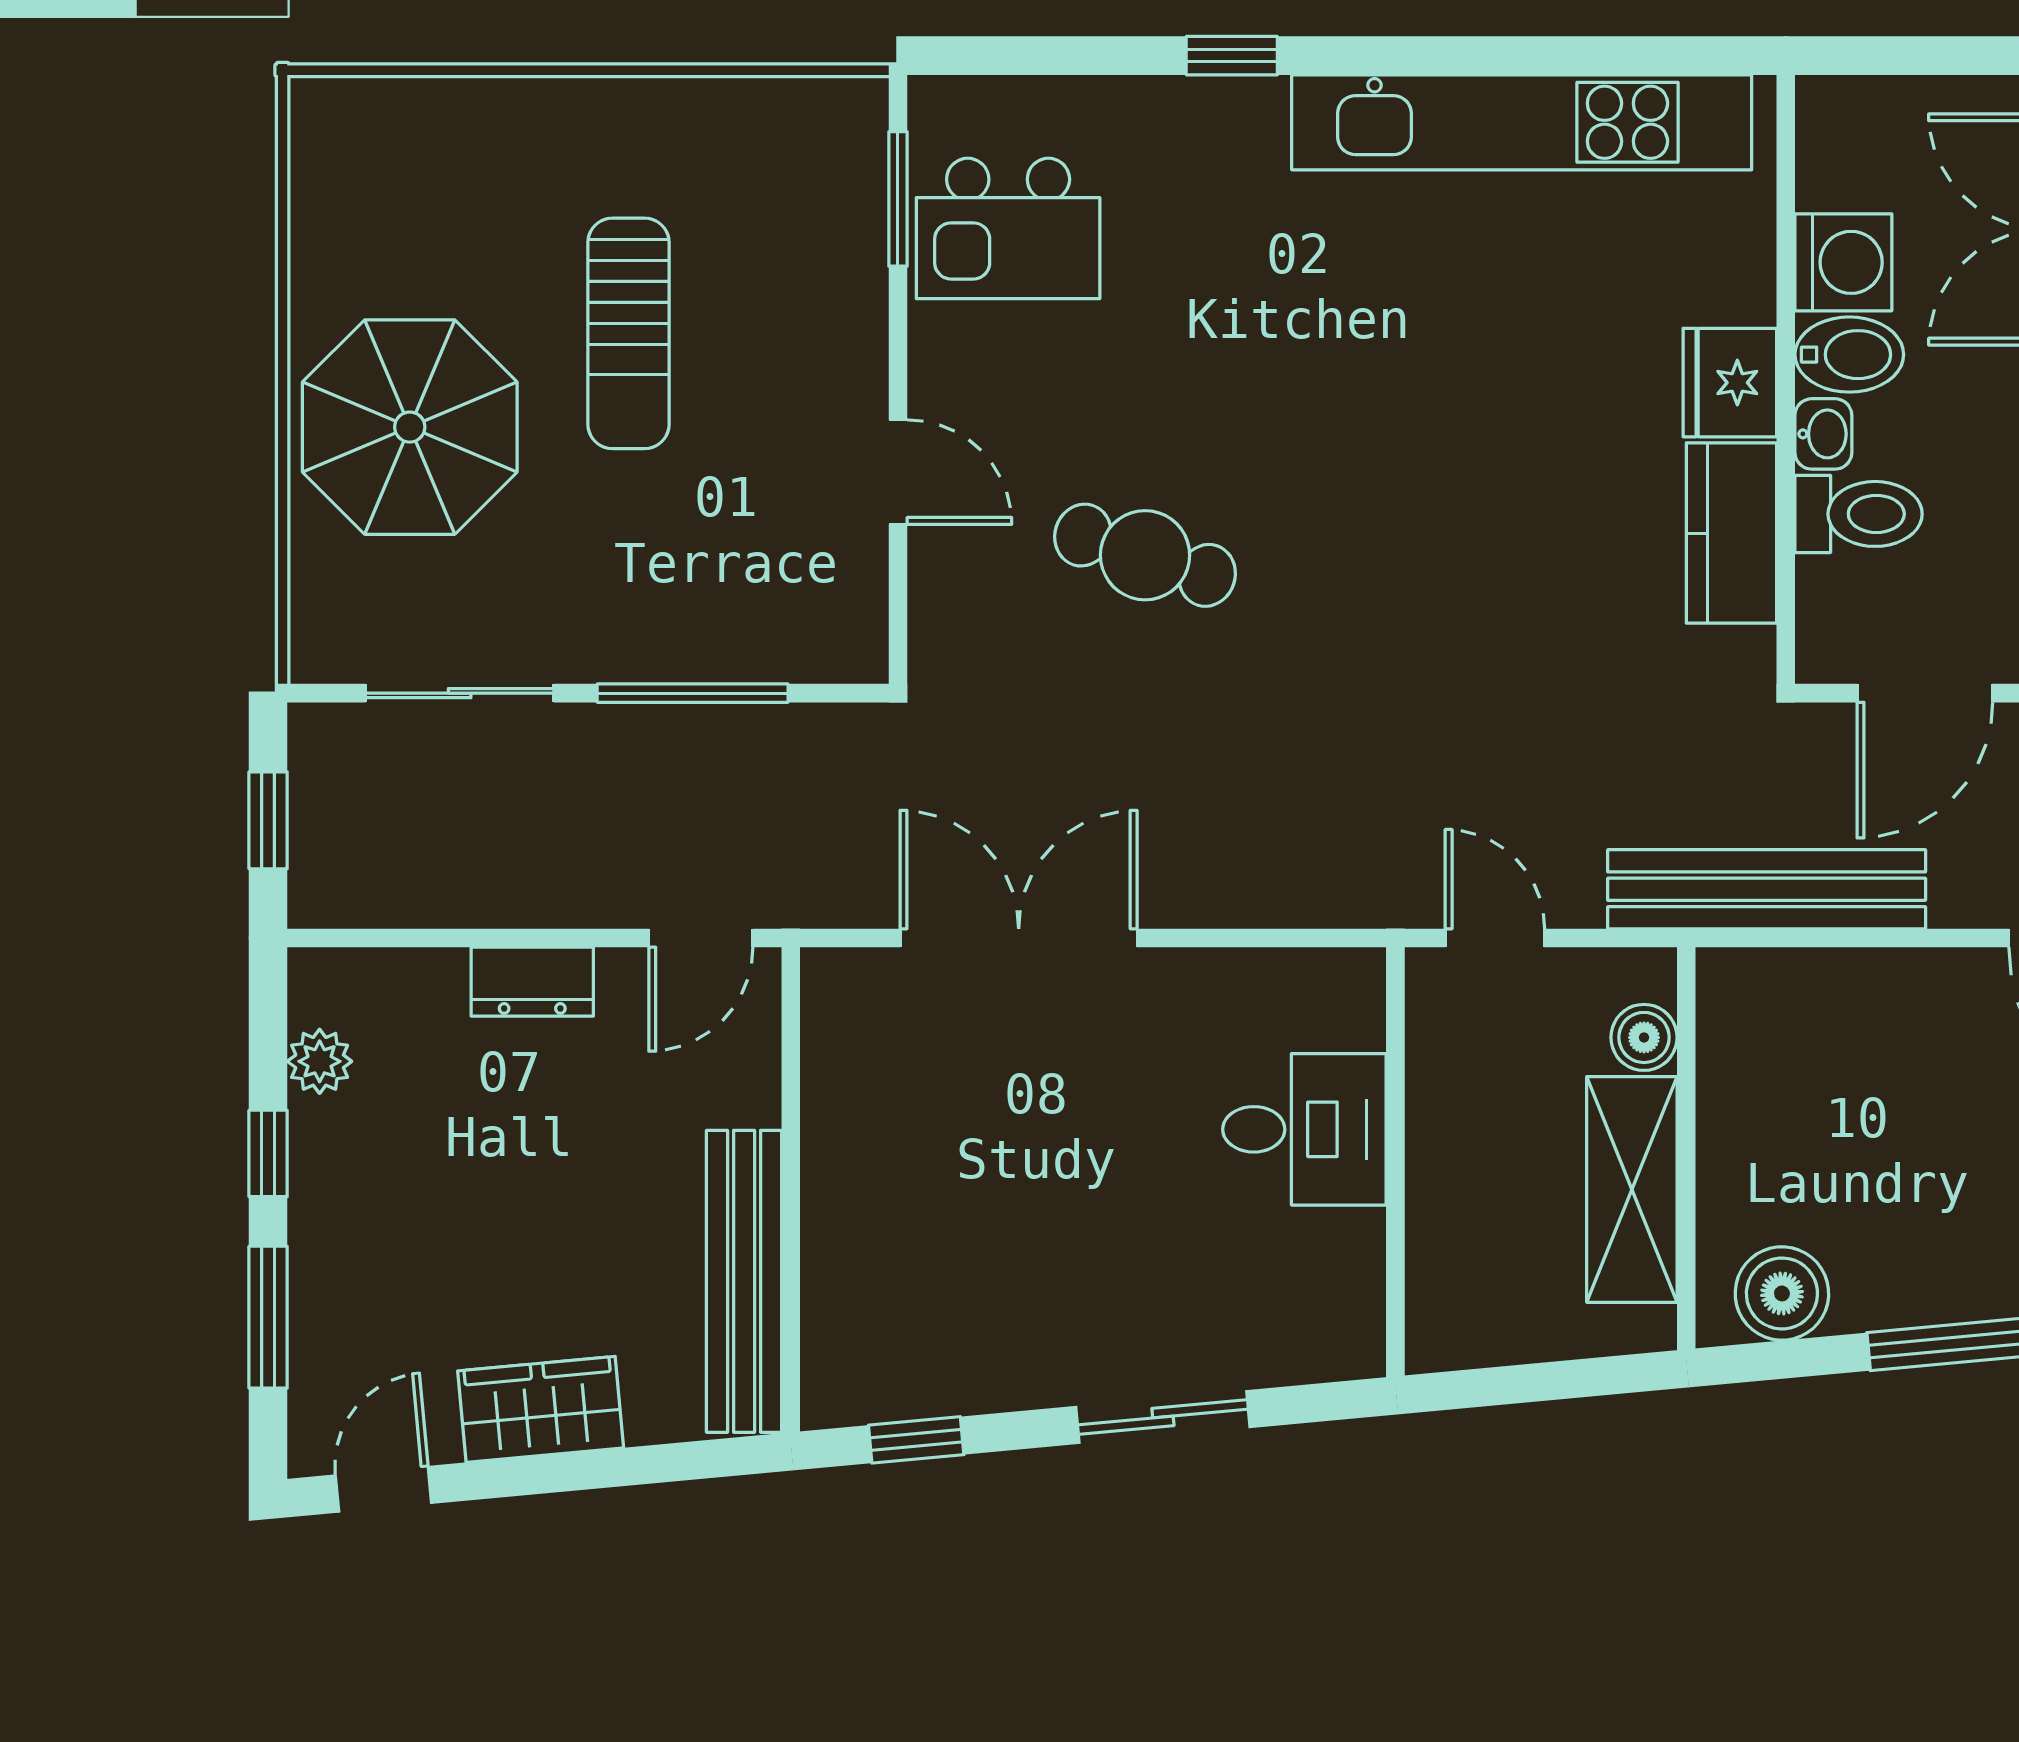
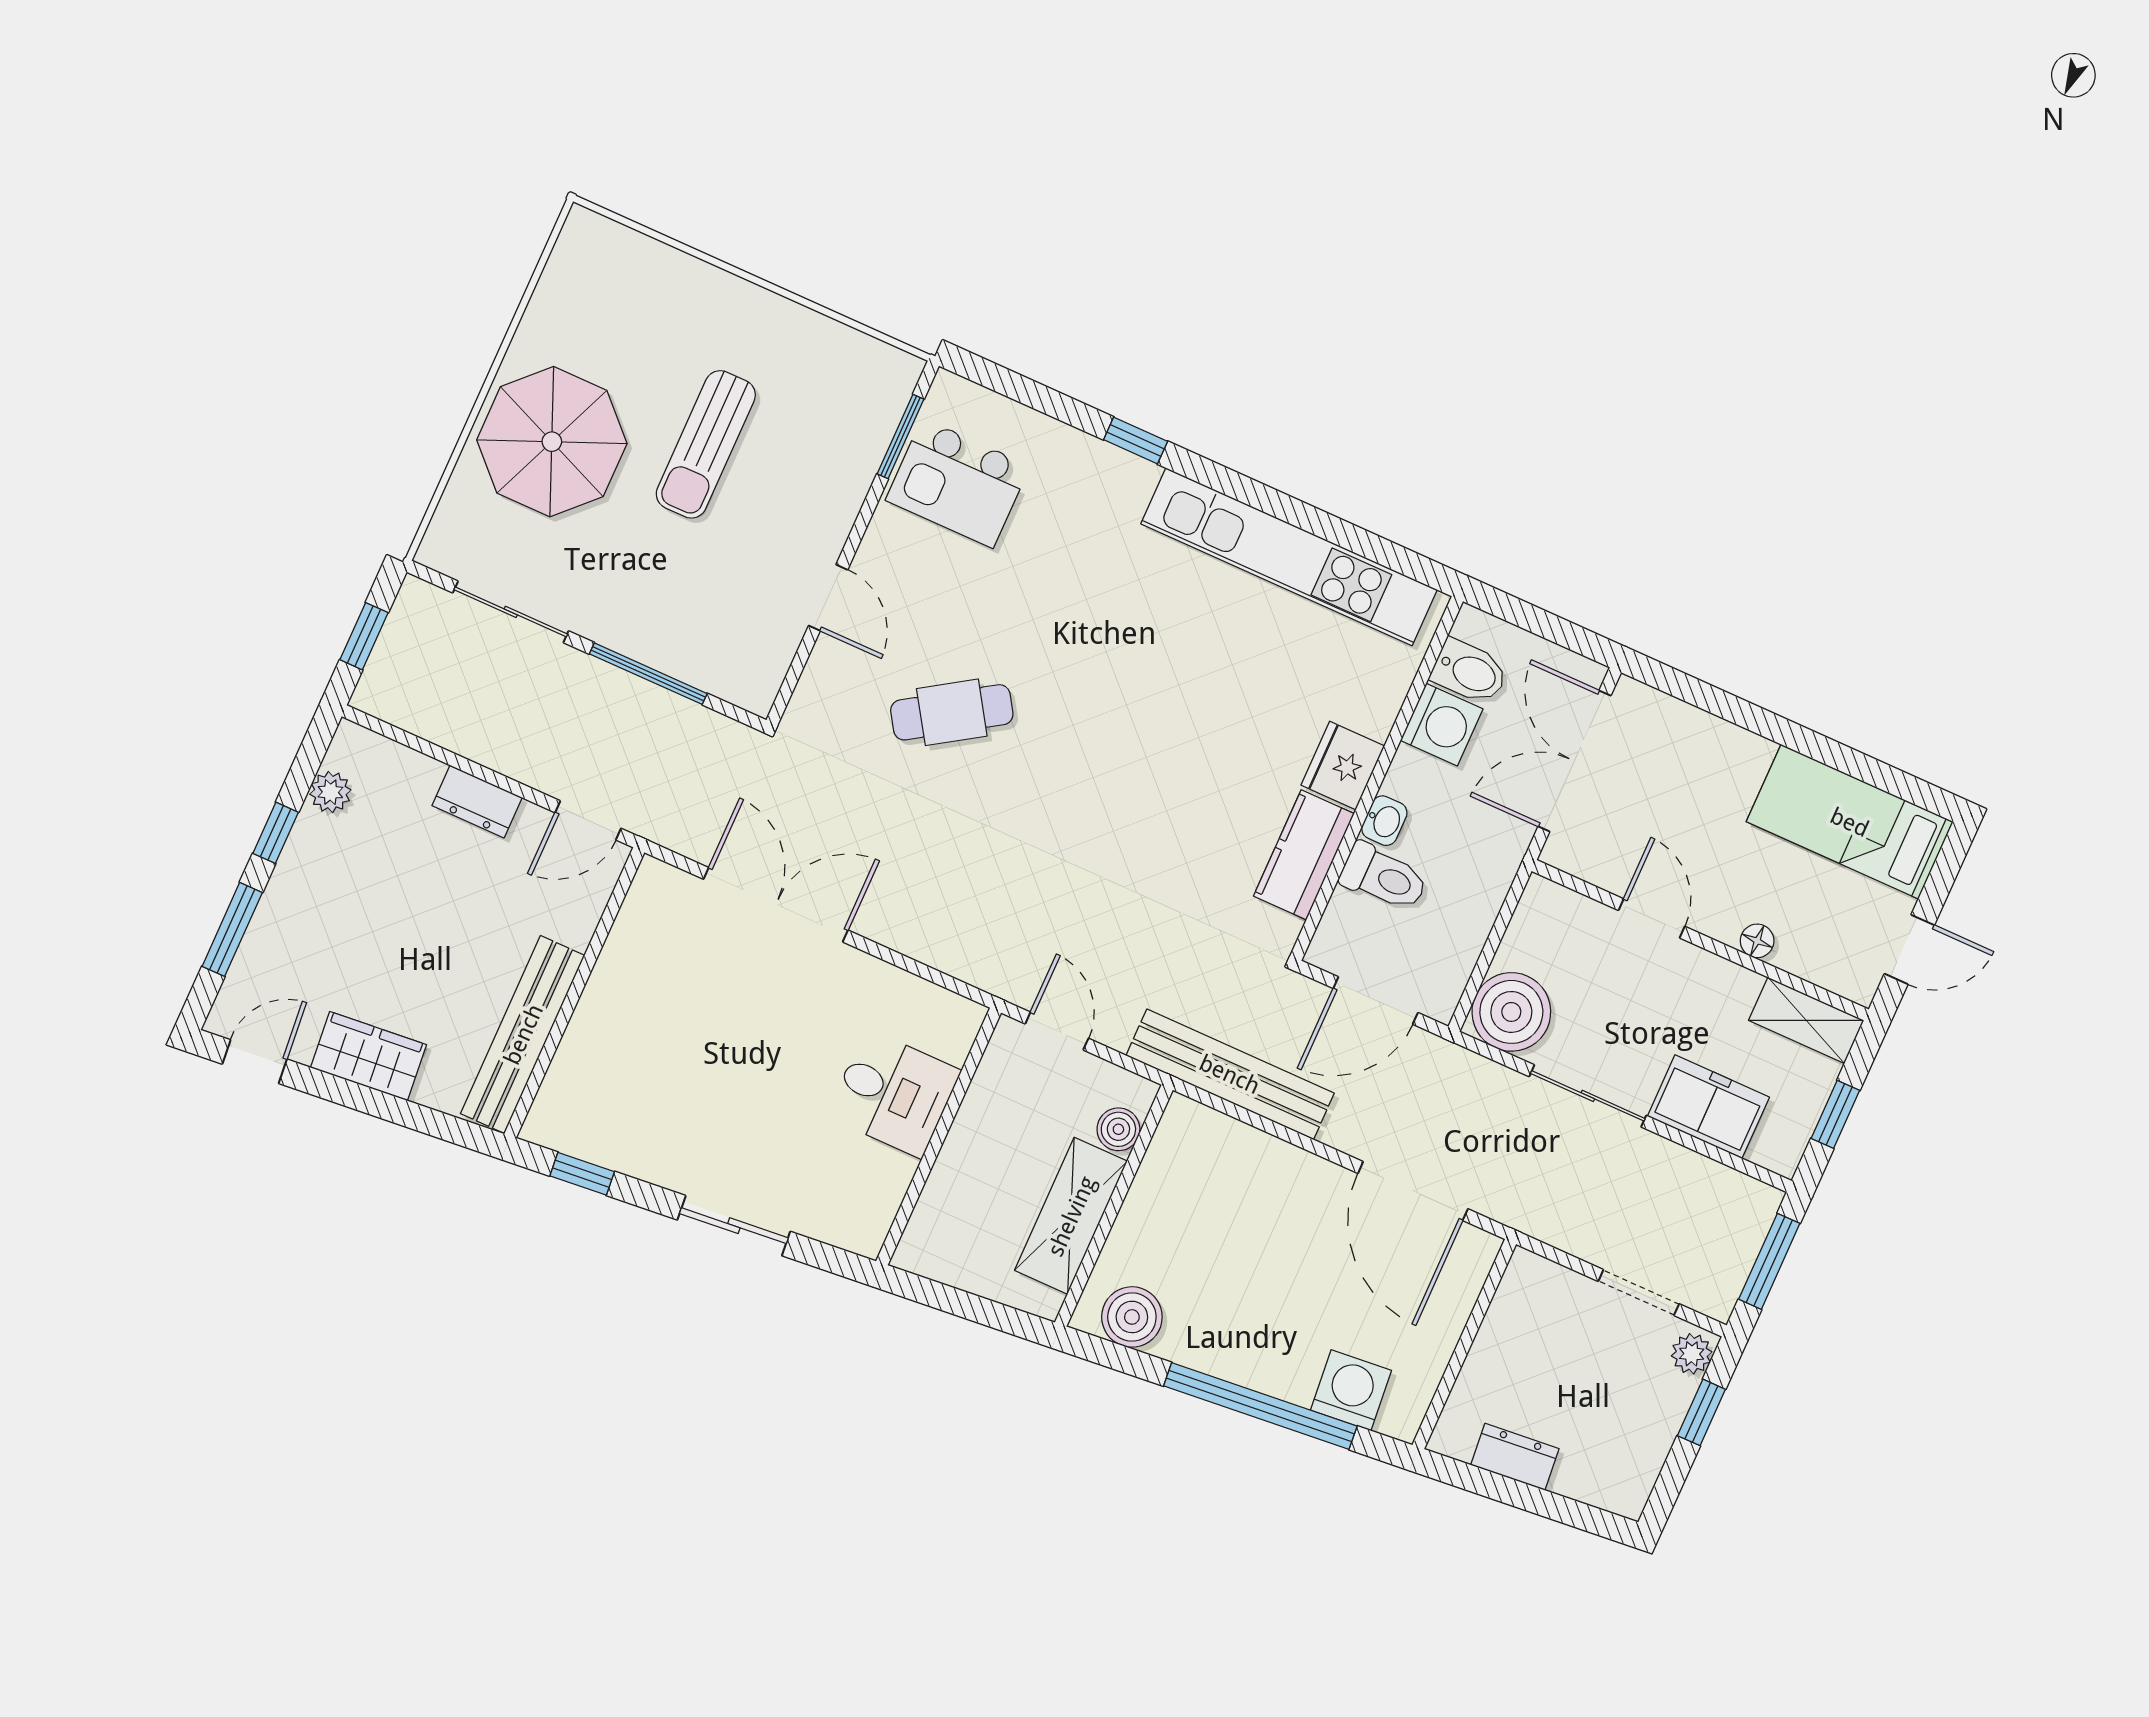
bidet: (1849, 355) -> (1470, 672), moved
cafe table: (1145, 555) -> (952, 712), turned -51

